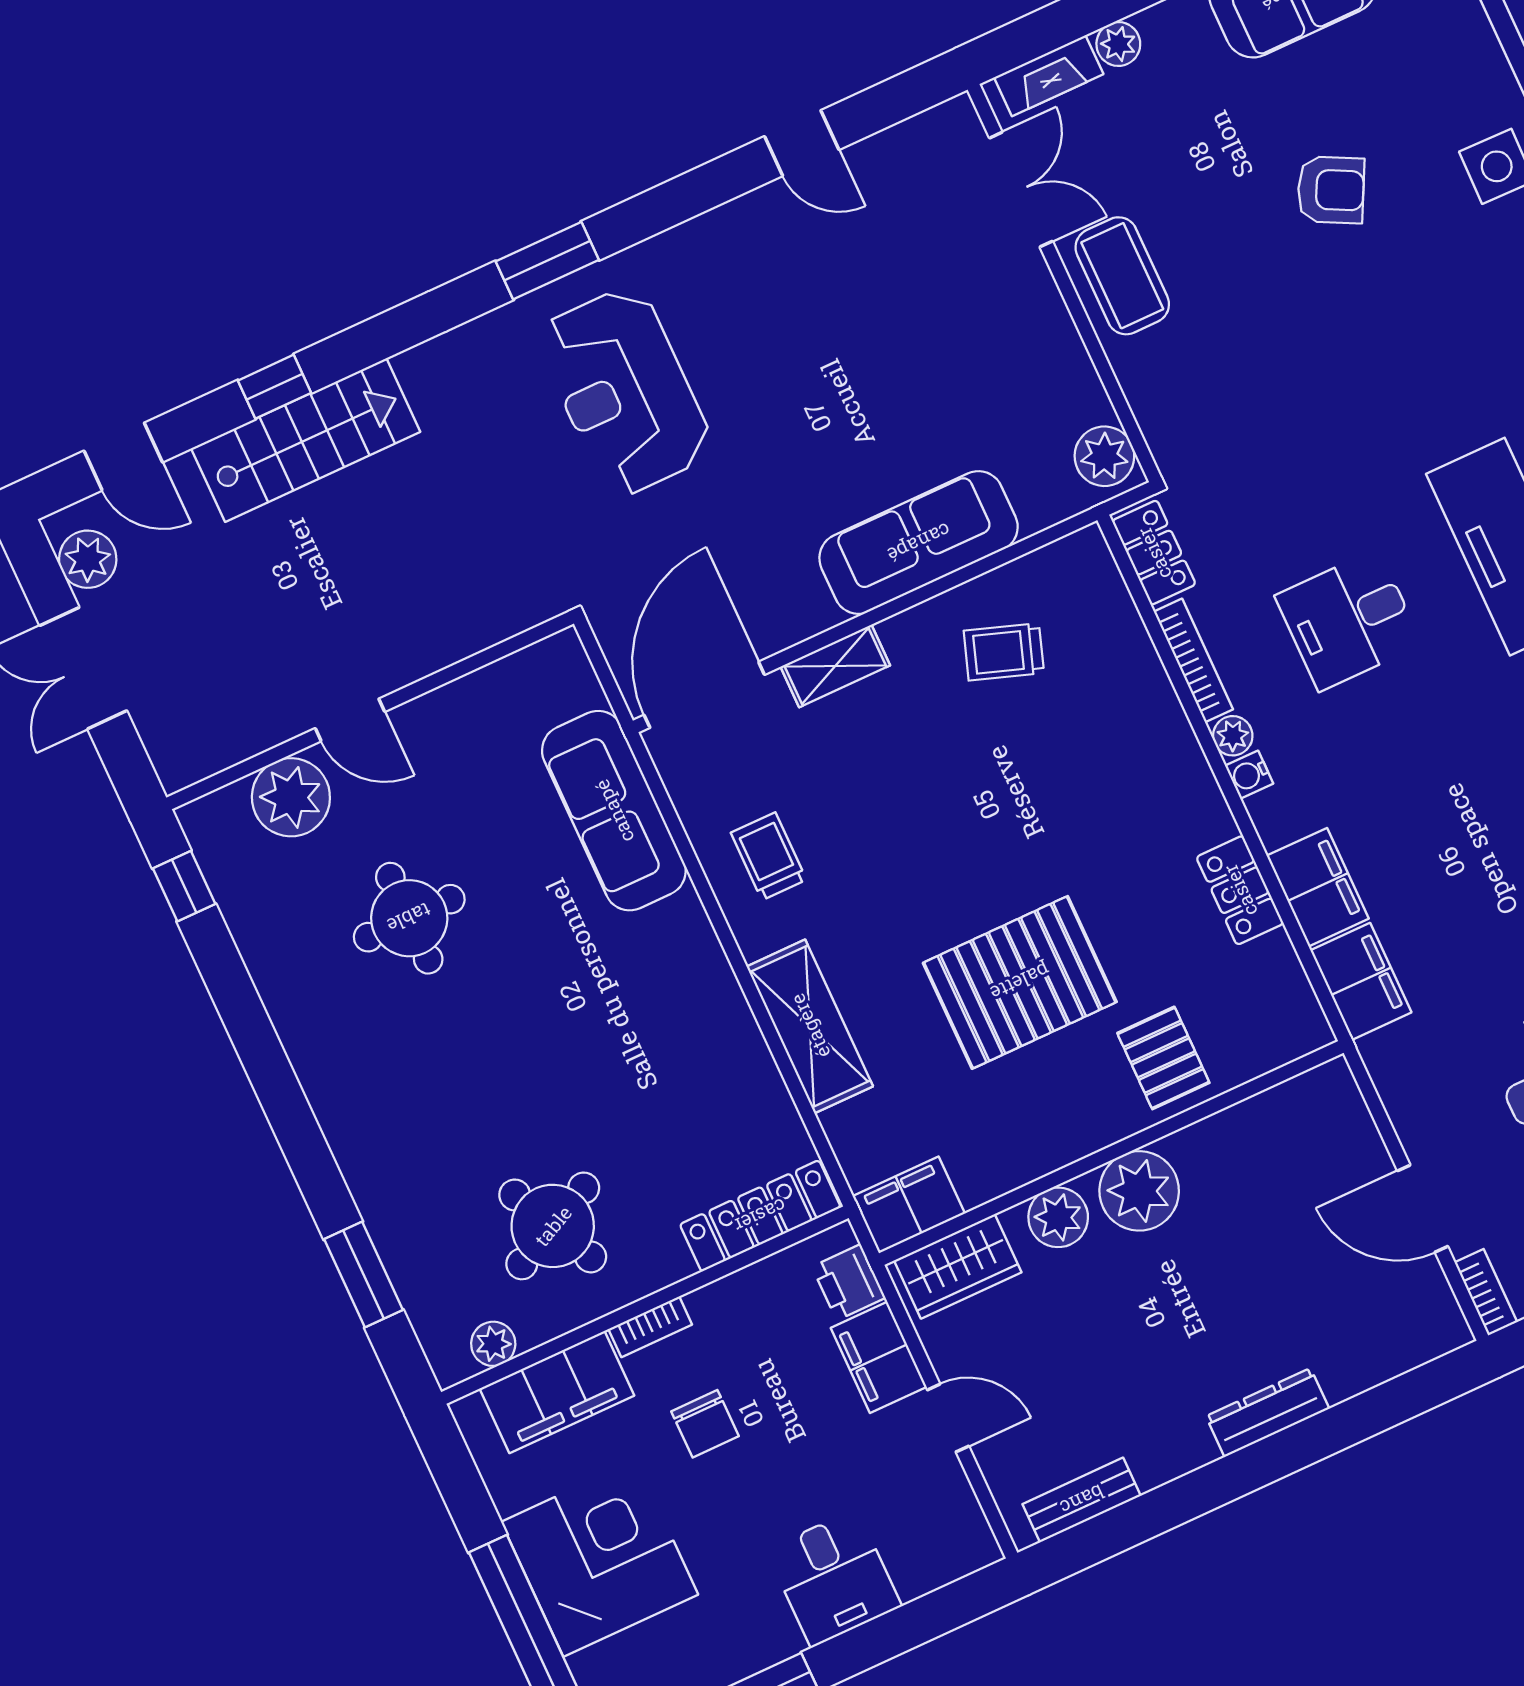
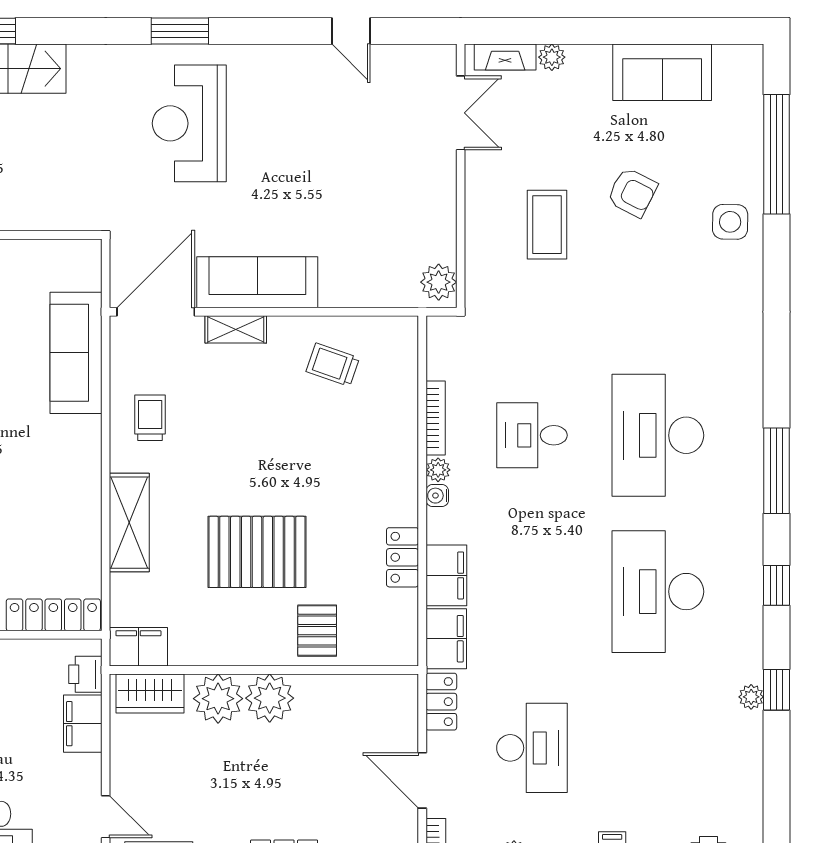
coffee table: (1122, 276) -> (547, 225), moved
sofa: (919, 543) -> (257, 282), moved
locker: (1154, 553) -> (441, 702), moved
plant: (1058, 1217) -> (218, 699), width x1.36, depth x1.36
door: (948, 1418) -> (106, 817), moved

